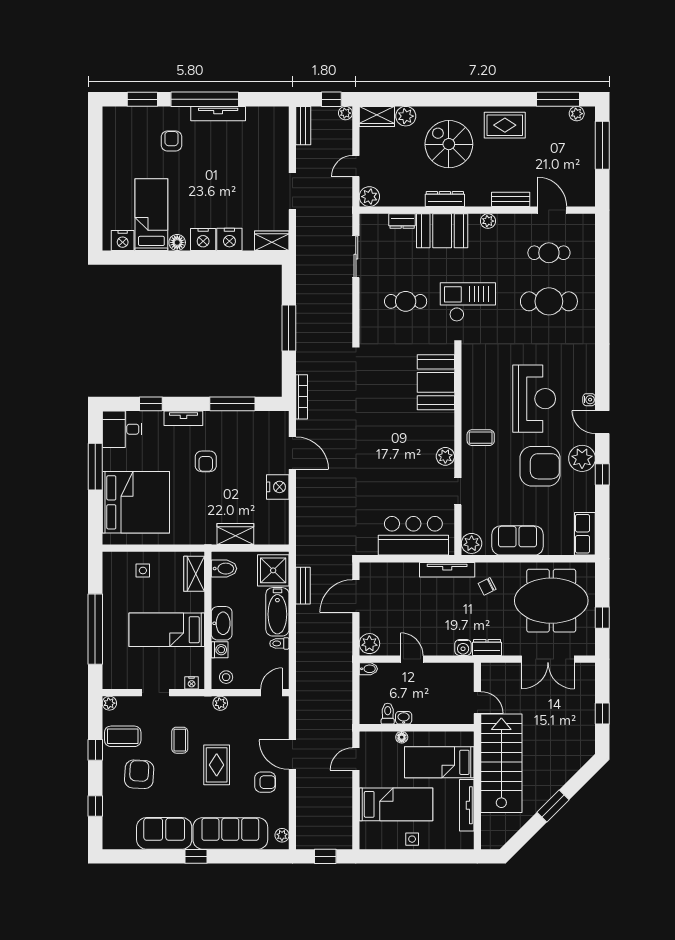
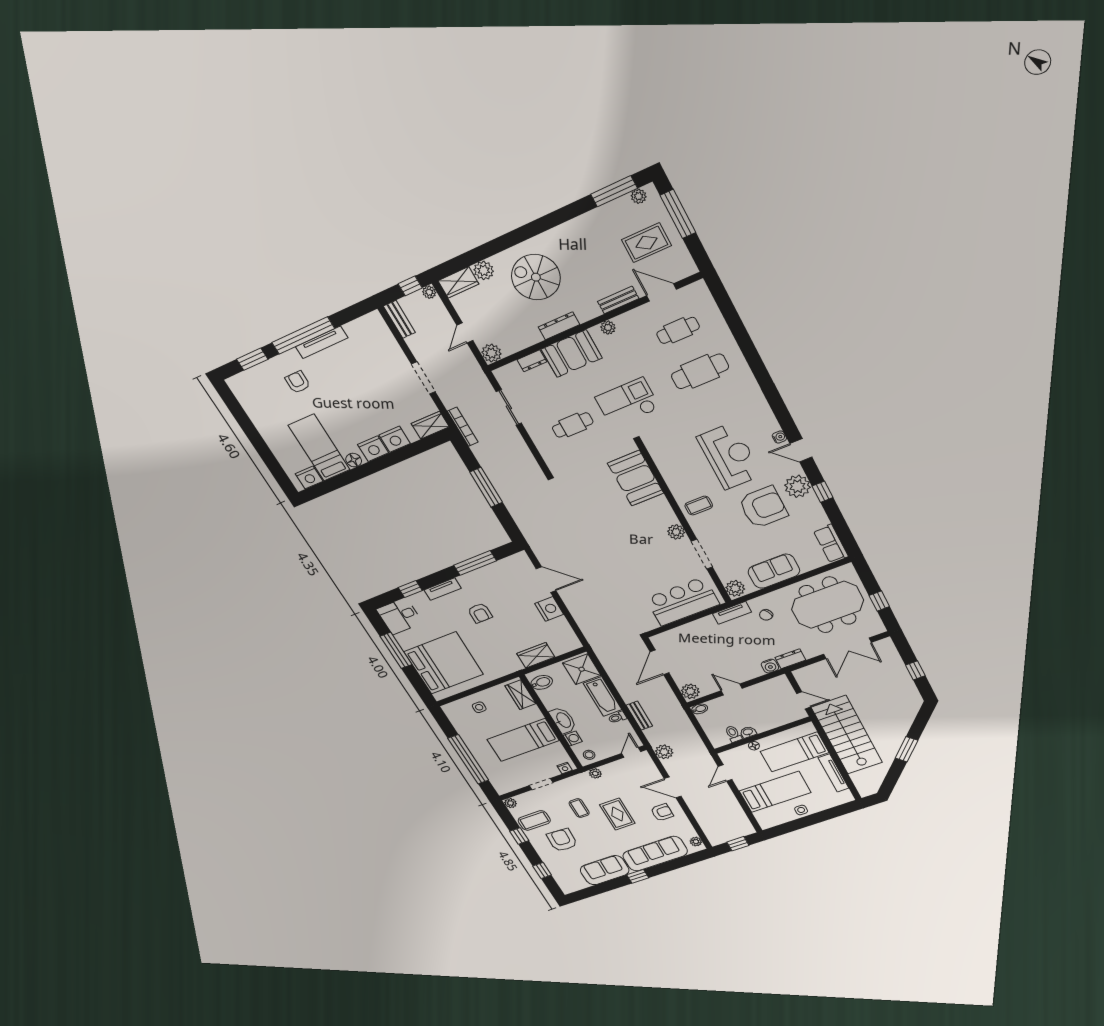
rug: (505, 125) -> (646, 243), moved
bookcase: (302, 397) -> (463, 427), moved
doorway: (458, 491) -> (702, 554), width x1.38
tv unit: (447, 570) -> (732, 613), width x0.71
bench: (303, 586) -> (639, 716), moved
plant: (306, 706) -> (664, 752), added

